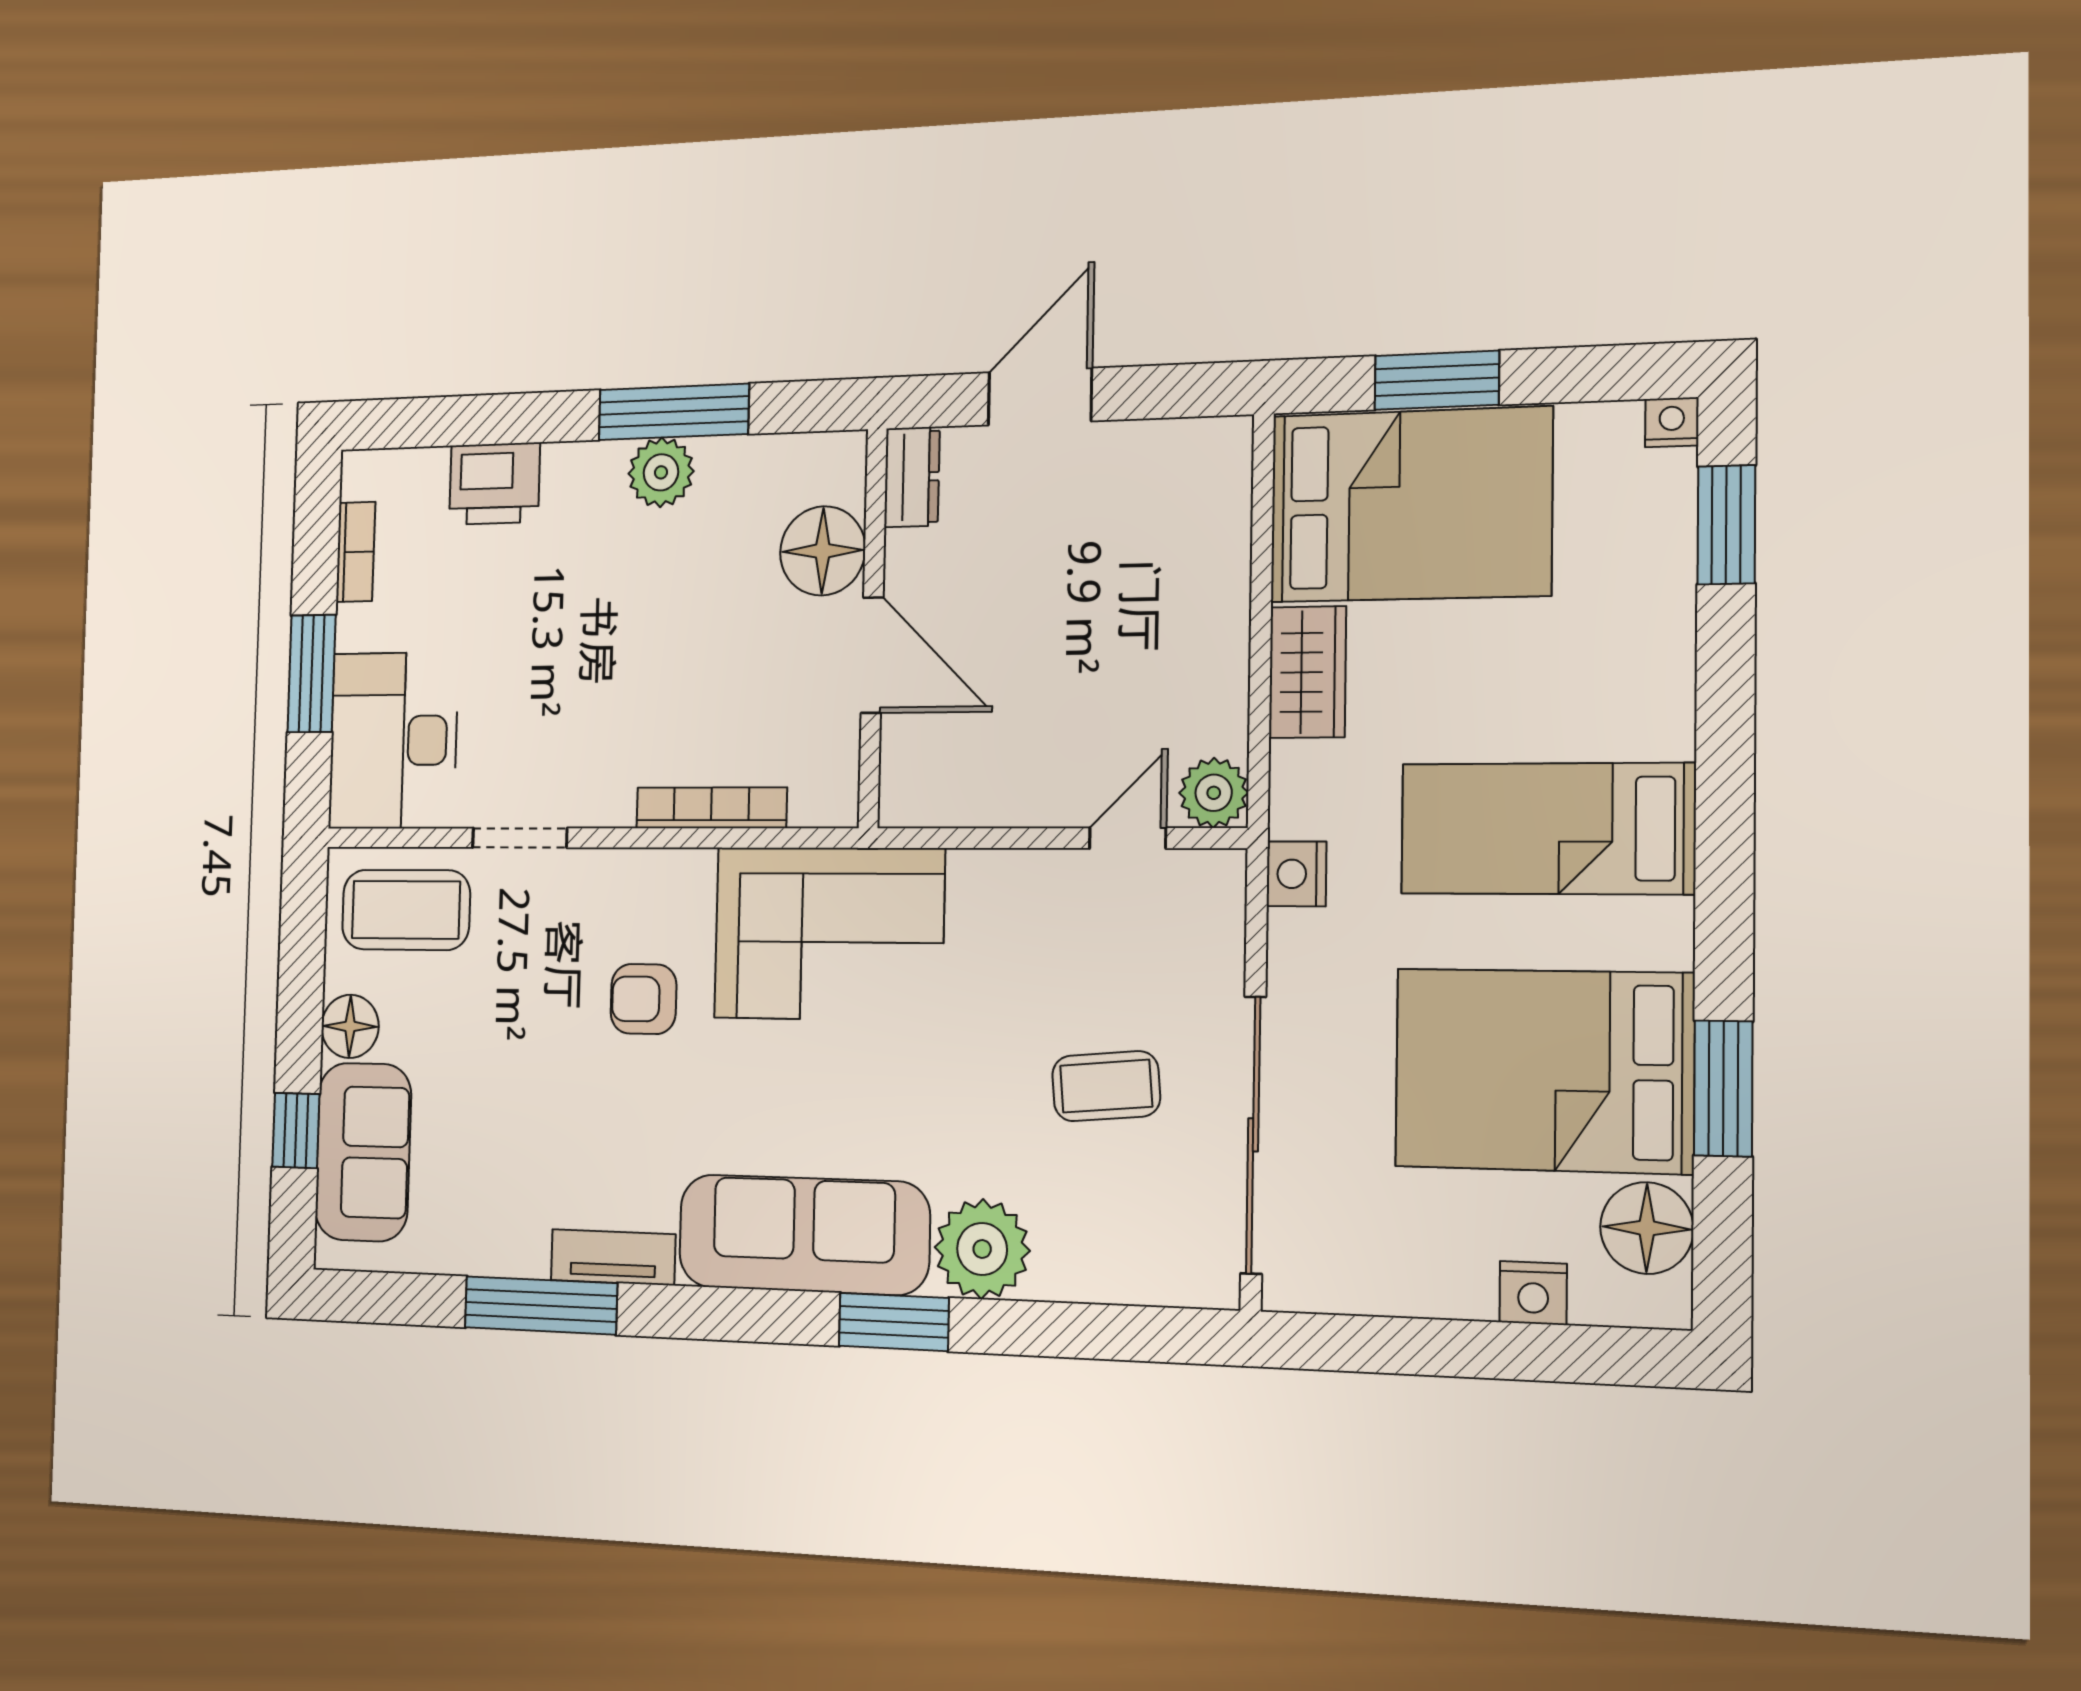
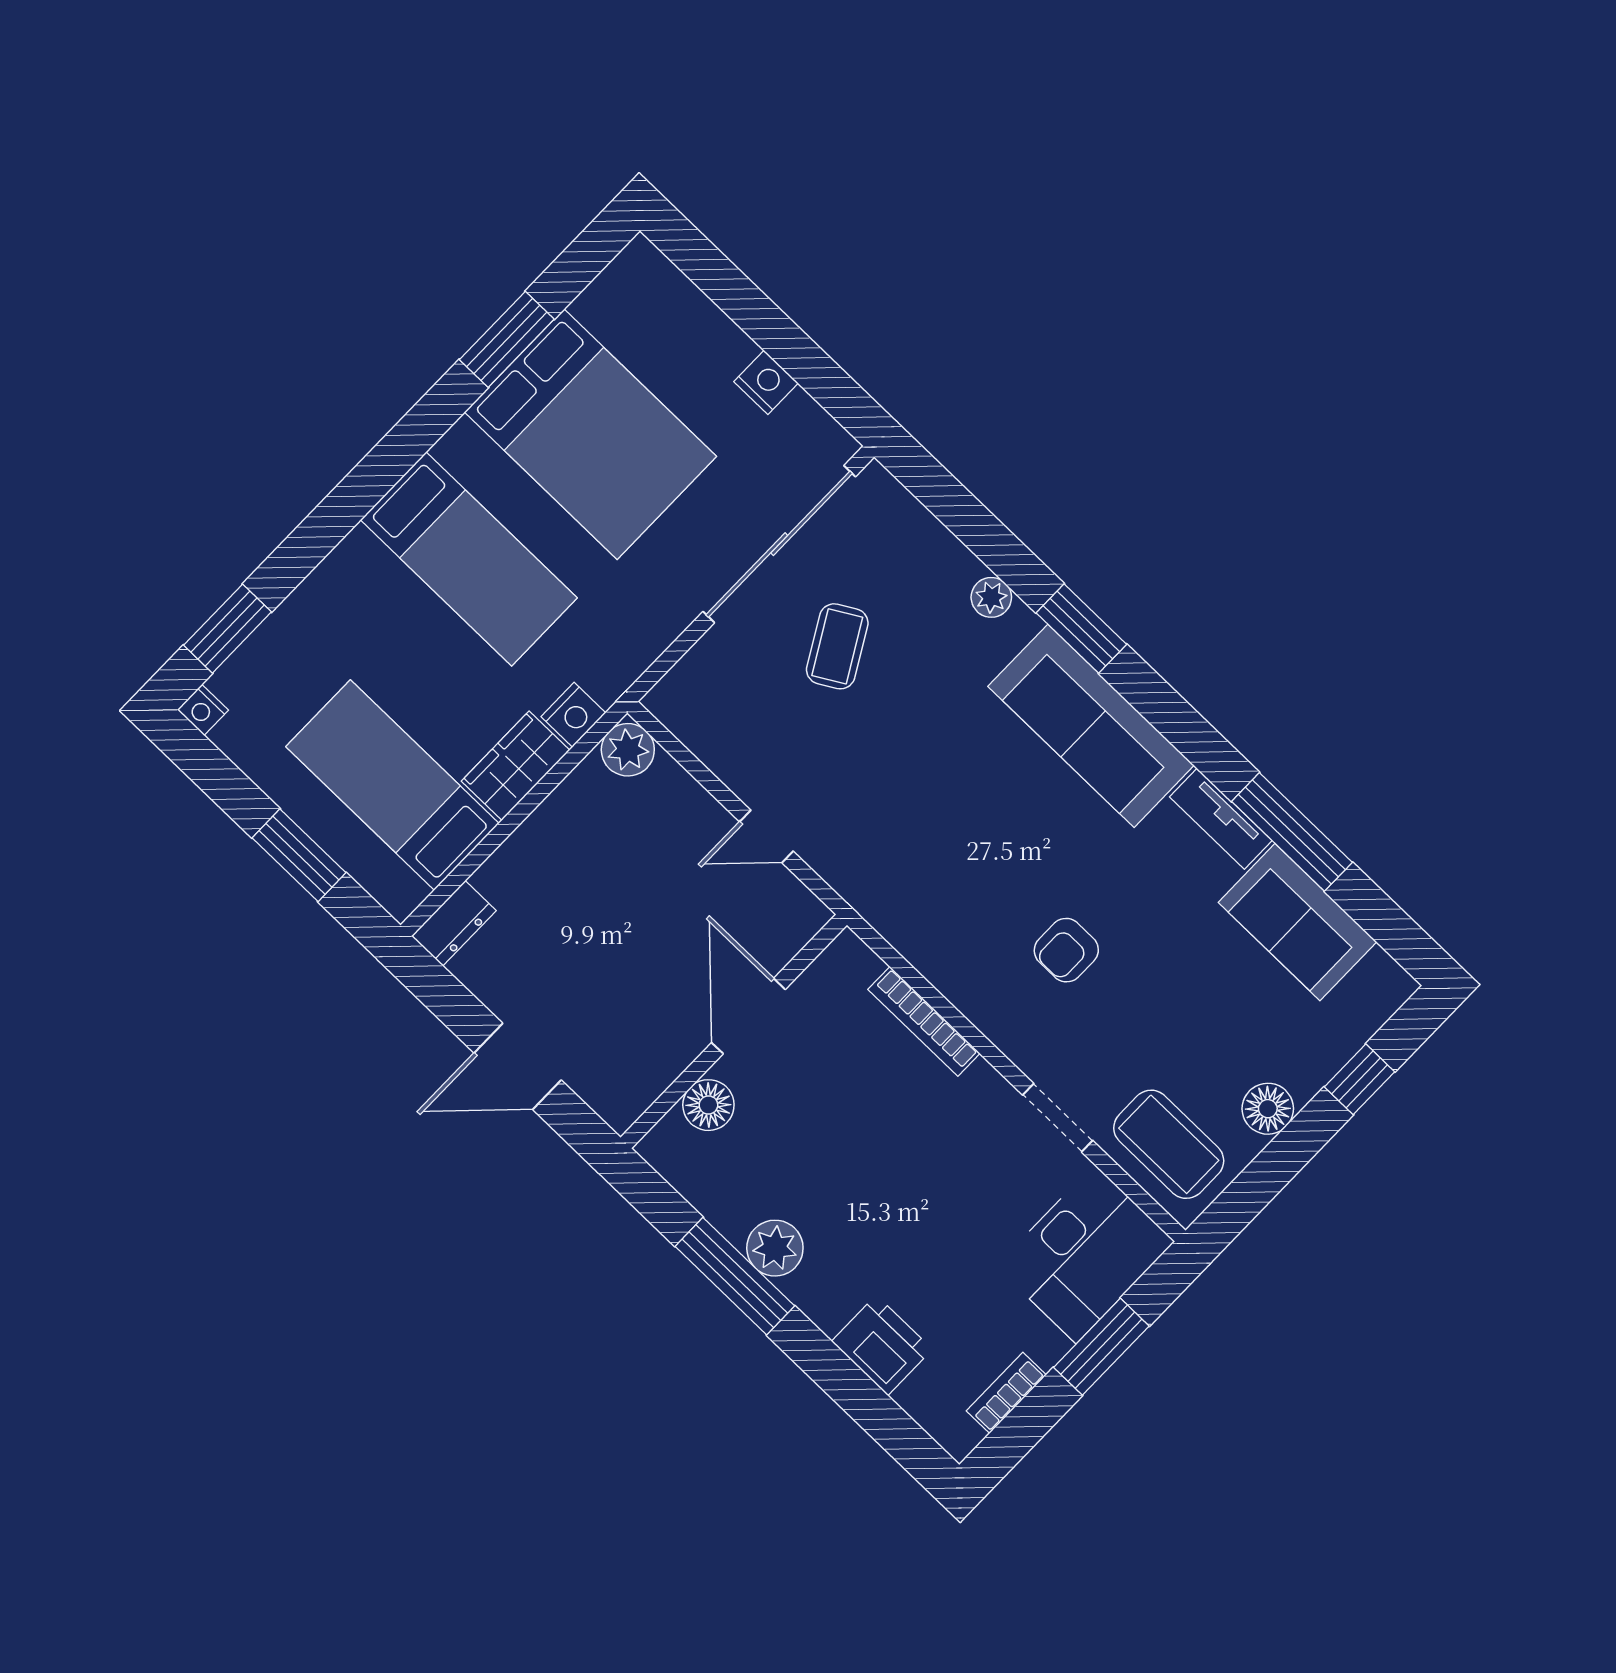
dresser: (912, 477) -> (454, 923), moved, turned 180
bed: (1411, 505) -> (392, 785), width x0.67
floor lamp: (823, 551) -> (708, 1105), width x0.73, depth x0.73
door: (1128, 838) -> (766, 836), moved
nightstand: (1296, 874) -> (573, 715), moved
corner sofa: (829, 934) -> (920, 882), removed
armchair: (644, 999) -> (1066, 950), turned 90
coffee table: (1106, 1086) -> (837, 646), turned 65
sofa: (363, 1152) -> (1297, 922), moved, turned -90
floor lamp: (1647, 1228) -> (614, 304), removed
plant: (982, 1249) -> (991, 597), width x0.53, depth x0.53
nightstand: (1533, 1293) -> (766, 382), moved

